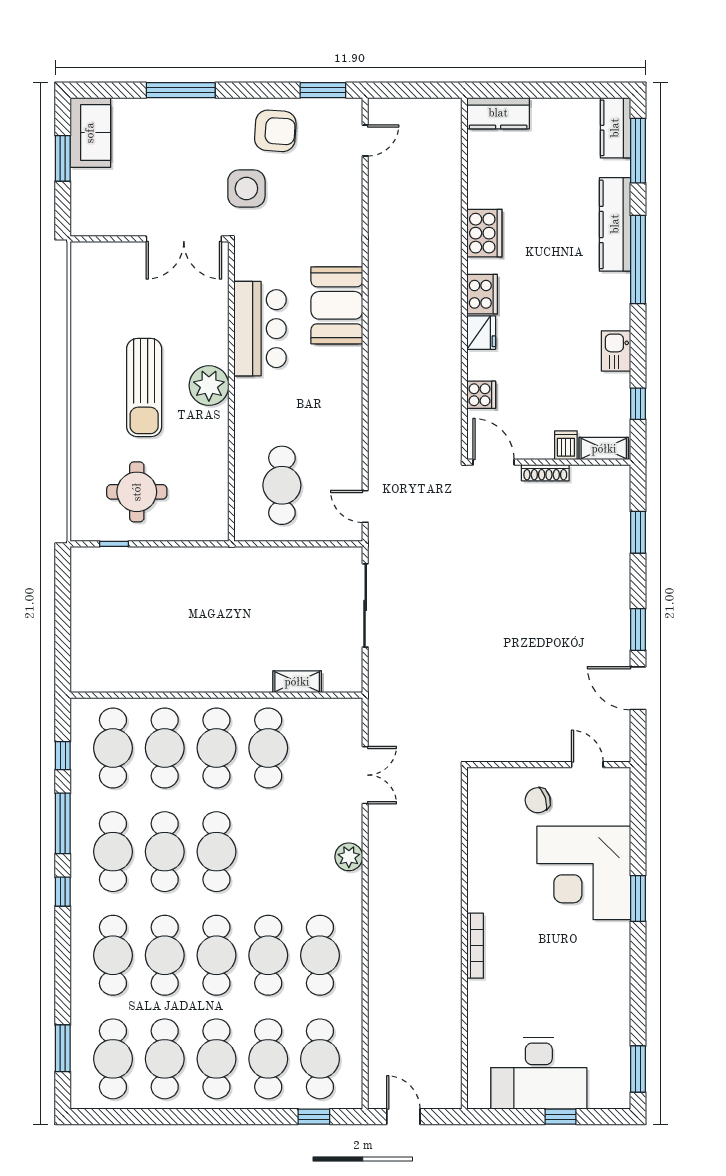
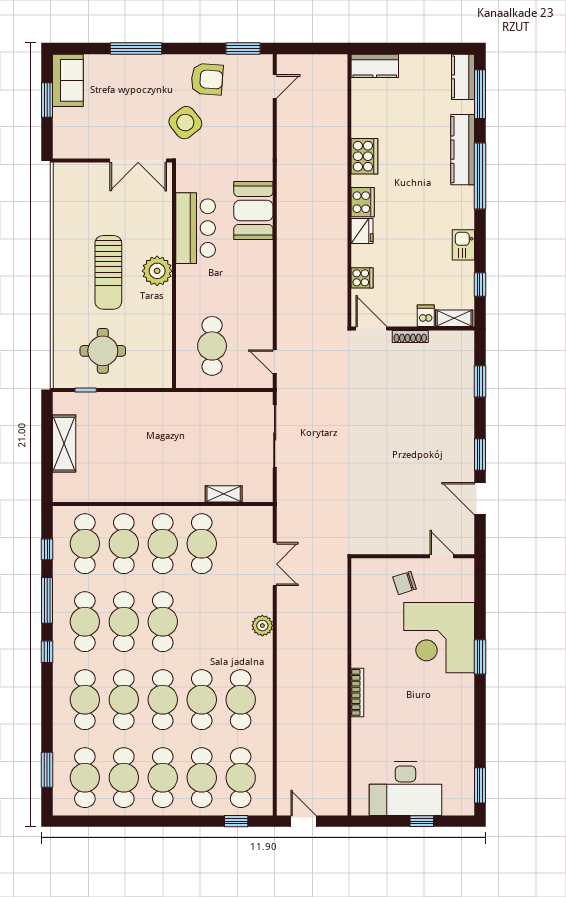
side table: (246, 189) -> (185, 123), turned -38
shelving: (85, 615) -> (64, 444), added

